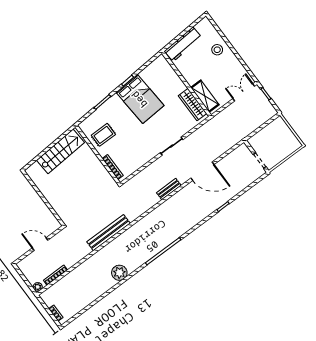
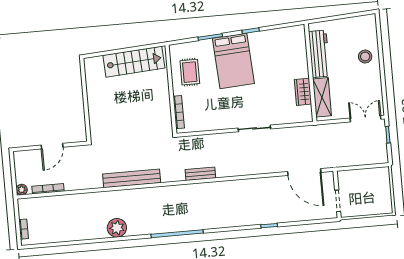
workbench: (183, 44) -> (319, 54), moved, turned -86
bed: (140, 99) -> (233, 61), moved
wardrobe: (193, 105) -> (303, 92), width x0.67
rug: (103, 135) -> (190, 72), turned 90
door: (202, 171) -> (304, 172), moved
bench: (169, 189) -> (200, 174), moved
door: (40, 244) -> (52, 146), swing flipped

